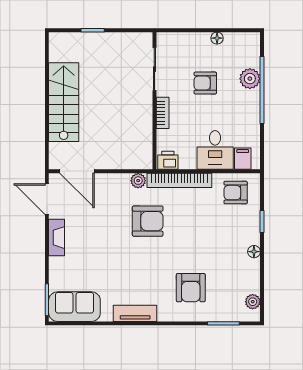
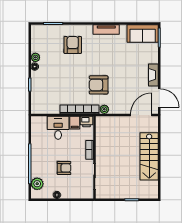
plant: (250, 79) -> (37, 184), moved
filing cabinet: (243, 159) -> (75, 123), moved
door: (77, 171) -> (141, 115), hinge flipped
armchair: (236, 193) -> (46, 102), removed
plant: (253, 302) -> (35, 57), moved

